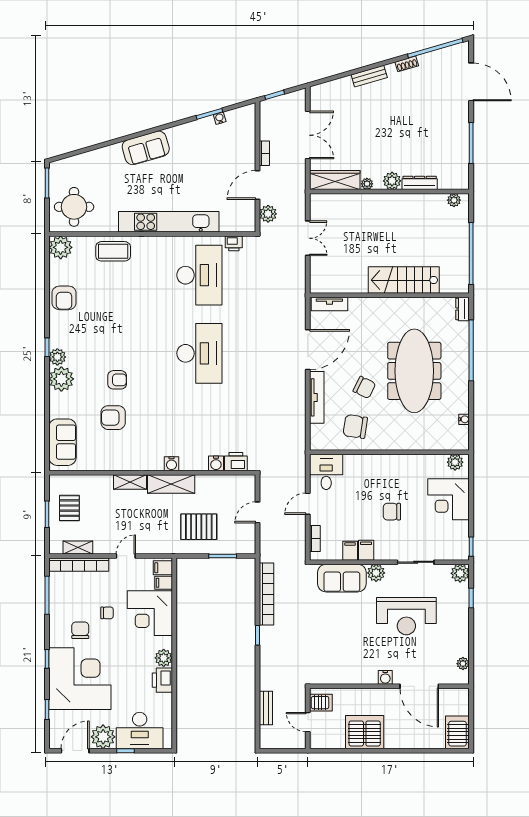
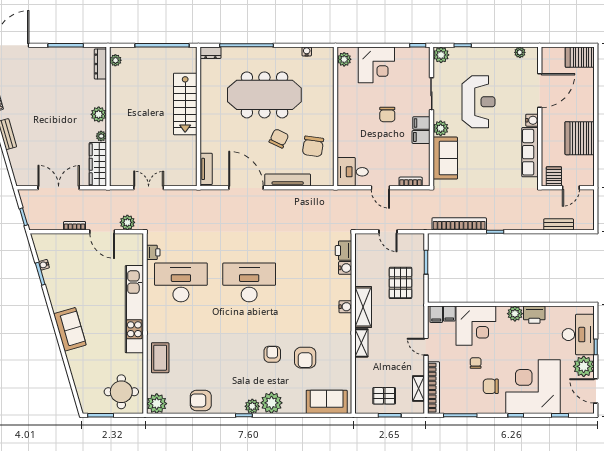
dresser: (420, 183) -> (100, 64), moved
armchair: (64, 298) -> (201, 400), turned 180
filing cabinet: (350, 551) -> (421, 123), moved
row of seats: (349, 675) -> (530, 152), added

